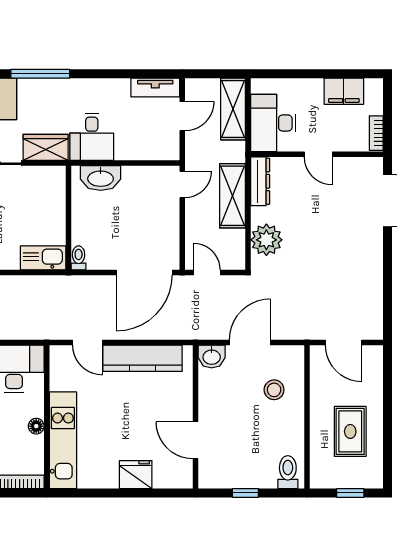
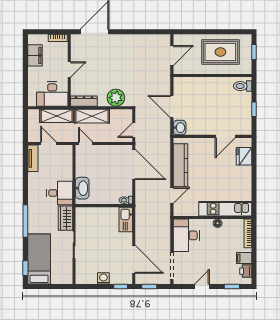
shelving: (233, 109) -> (57, 116), moved
stool: (274, 390) -> (198, 94), removed
rug: (350, 431) -> (220, 52), width x1.36, depth x1.43
fridge: (136, 475) -> (244, 156), moved

